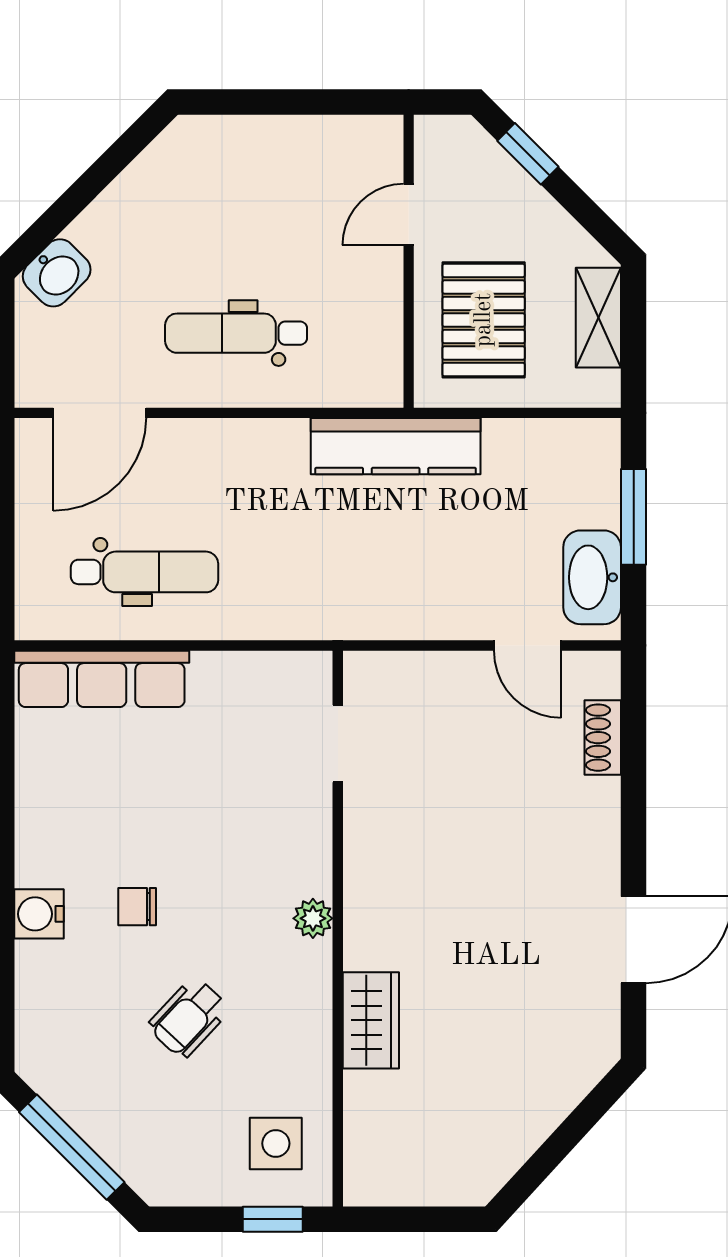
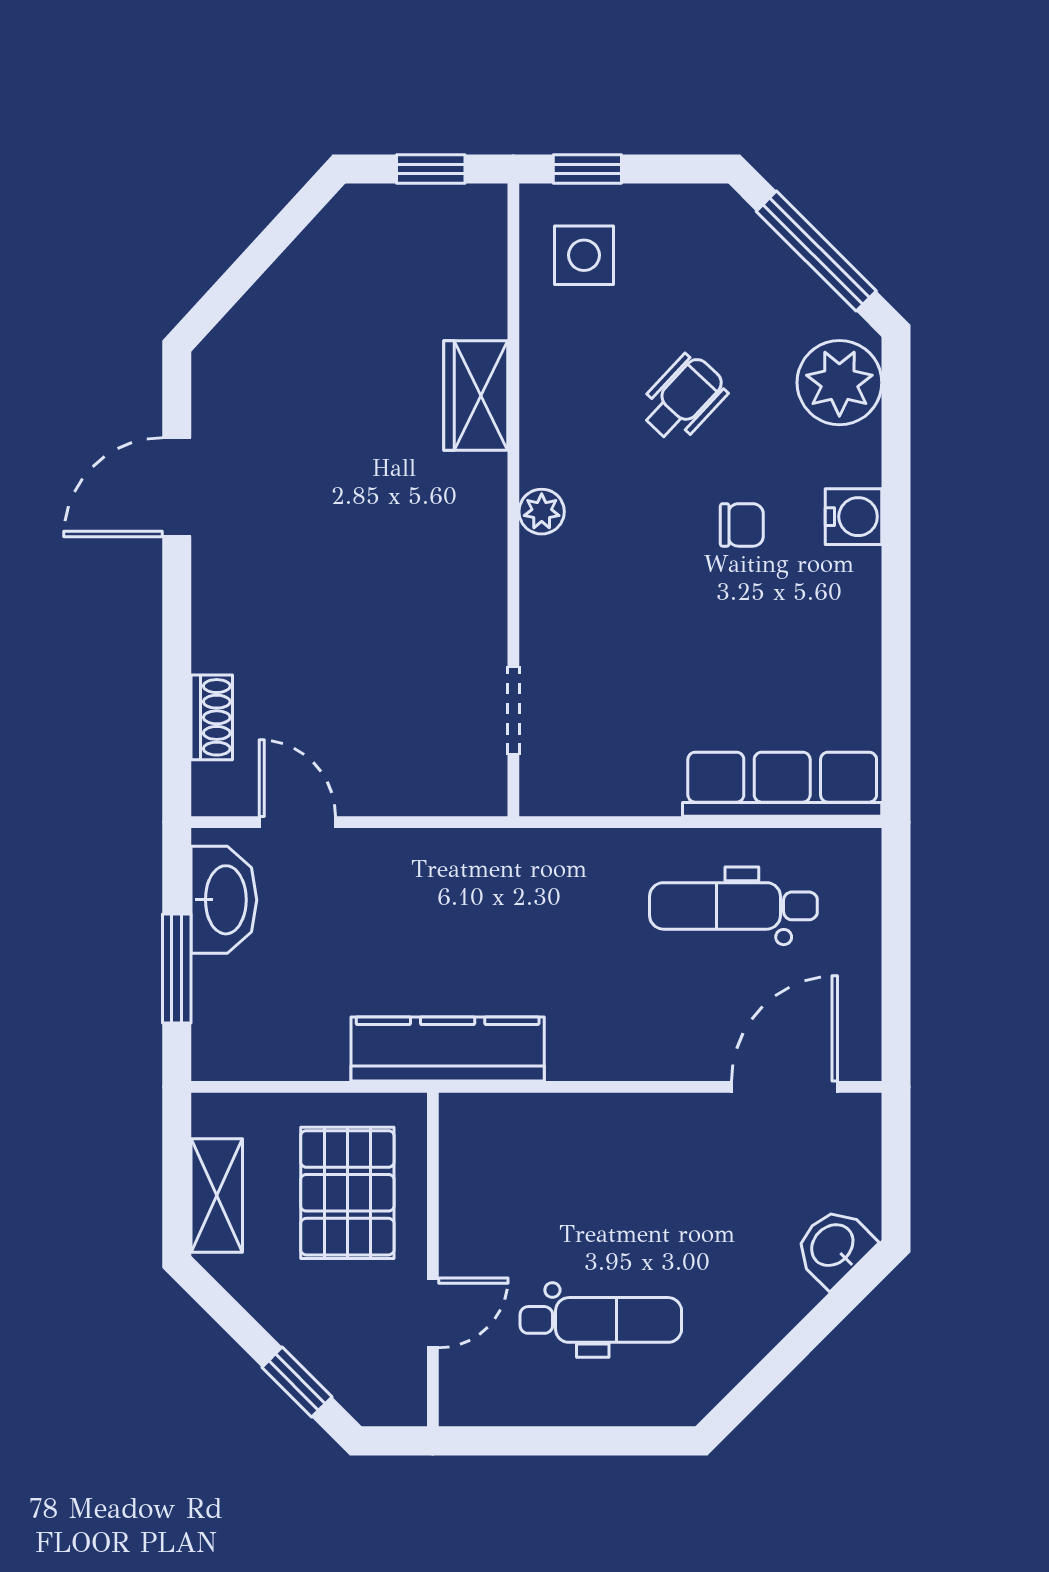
dental chair: (236, 333) -> (601, 1320), moved
plant: (51, 1032) -> (839, 383), added
window: (410, 1219) -> (431, 169), added

